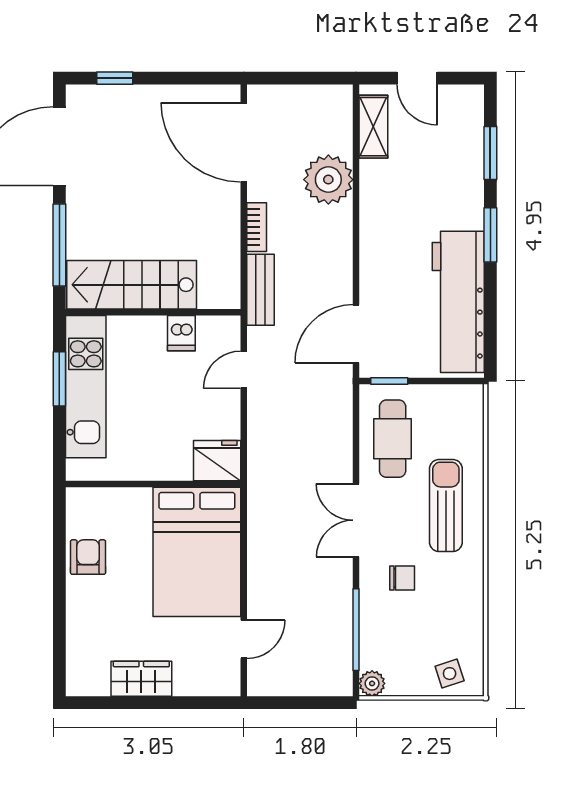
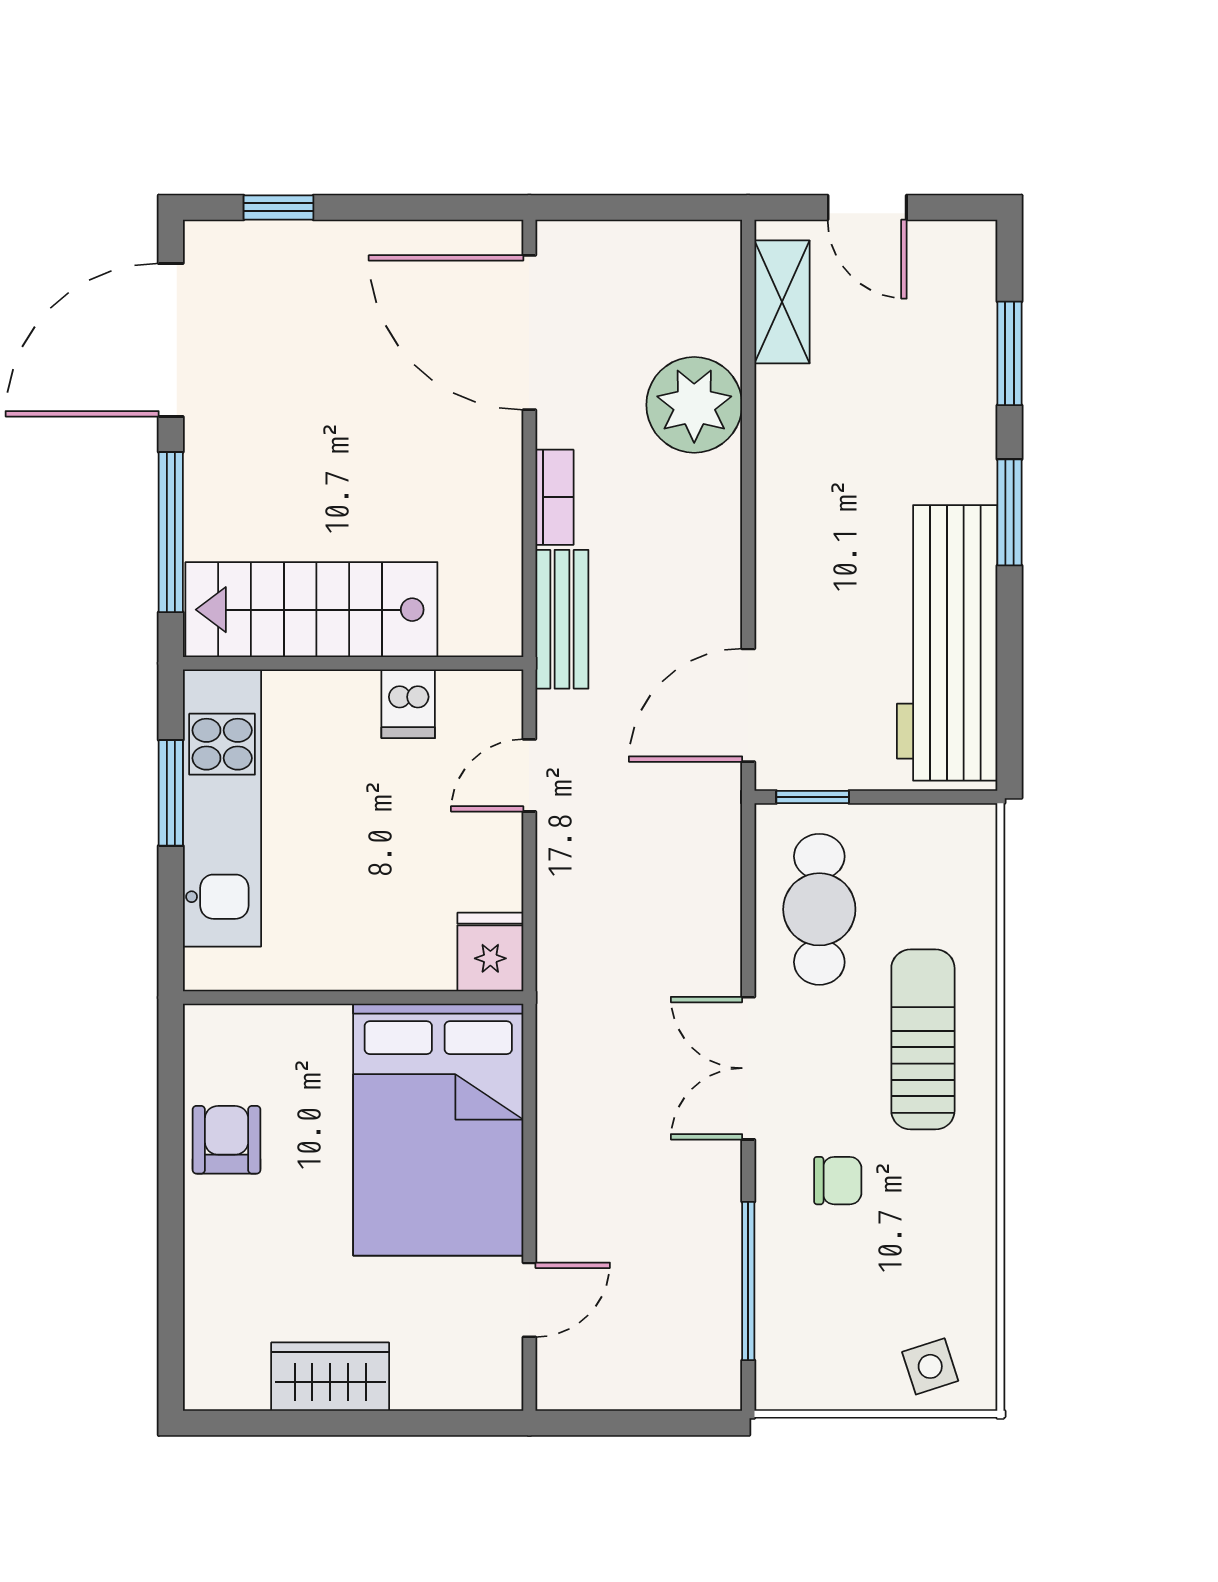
fridge: (217, 461) -> (490, 952), width x0.72
plant: (372, 683) -> (779, 1386), removed

